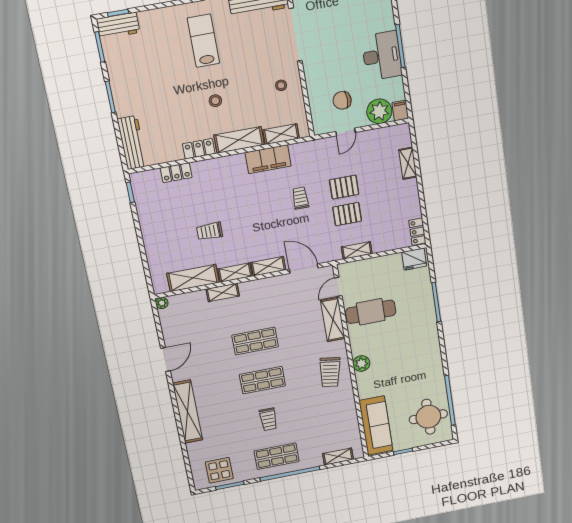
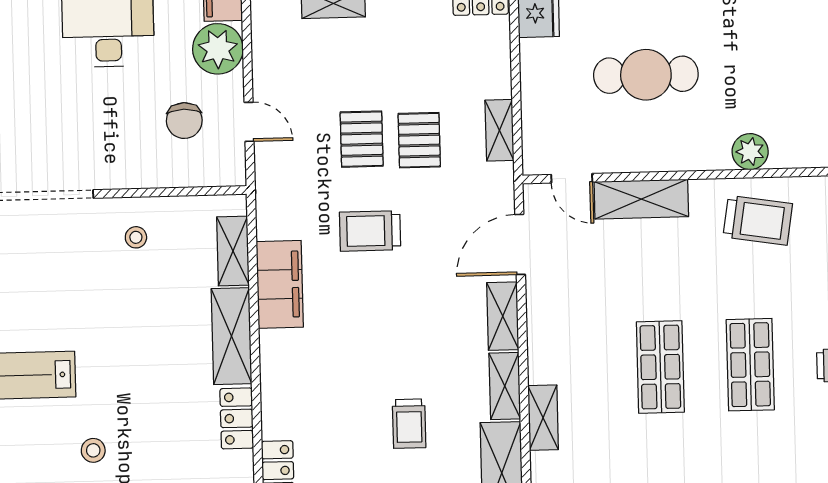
stool: (215, 101) -> (93, 450), moved
trolley: (300, 198) -> (370, 231), width x1.36, depth x1.39
cafe table: (371, 312) -> (646, 75), moved, turned 90

